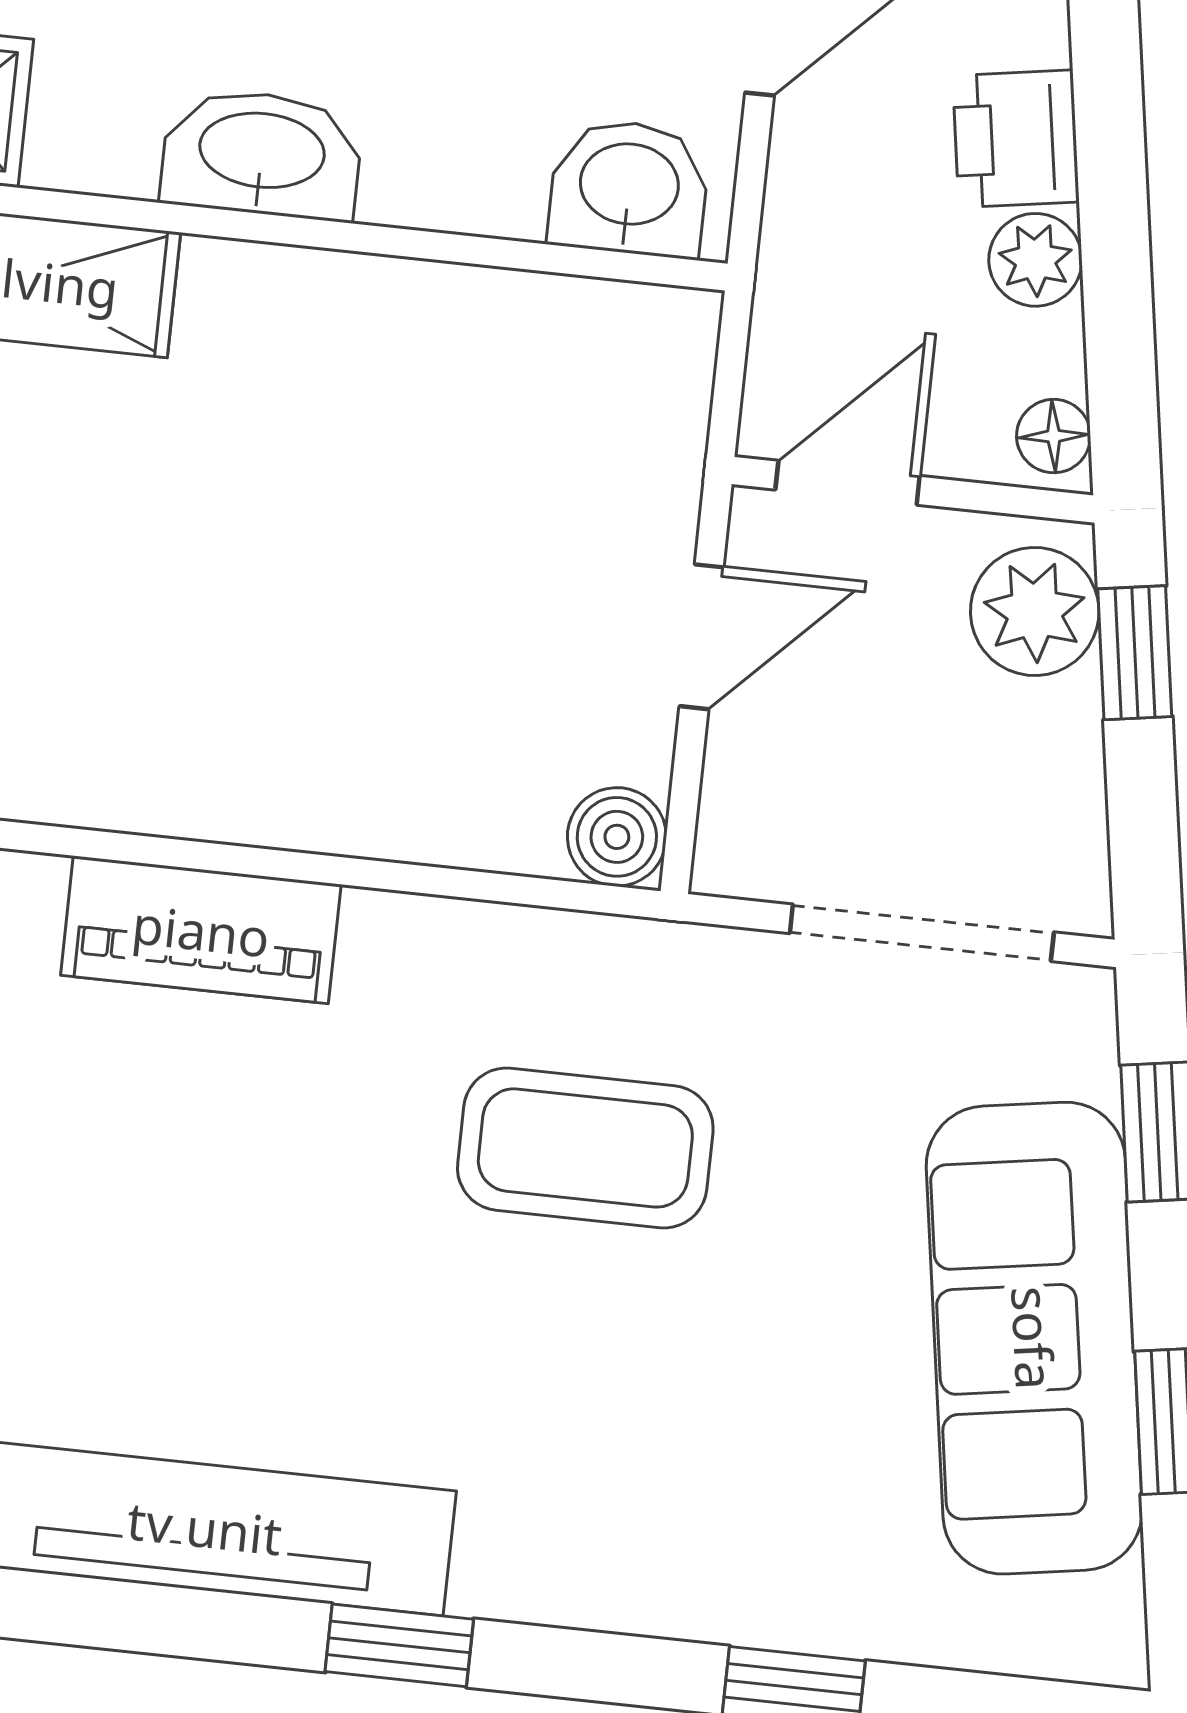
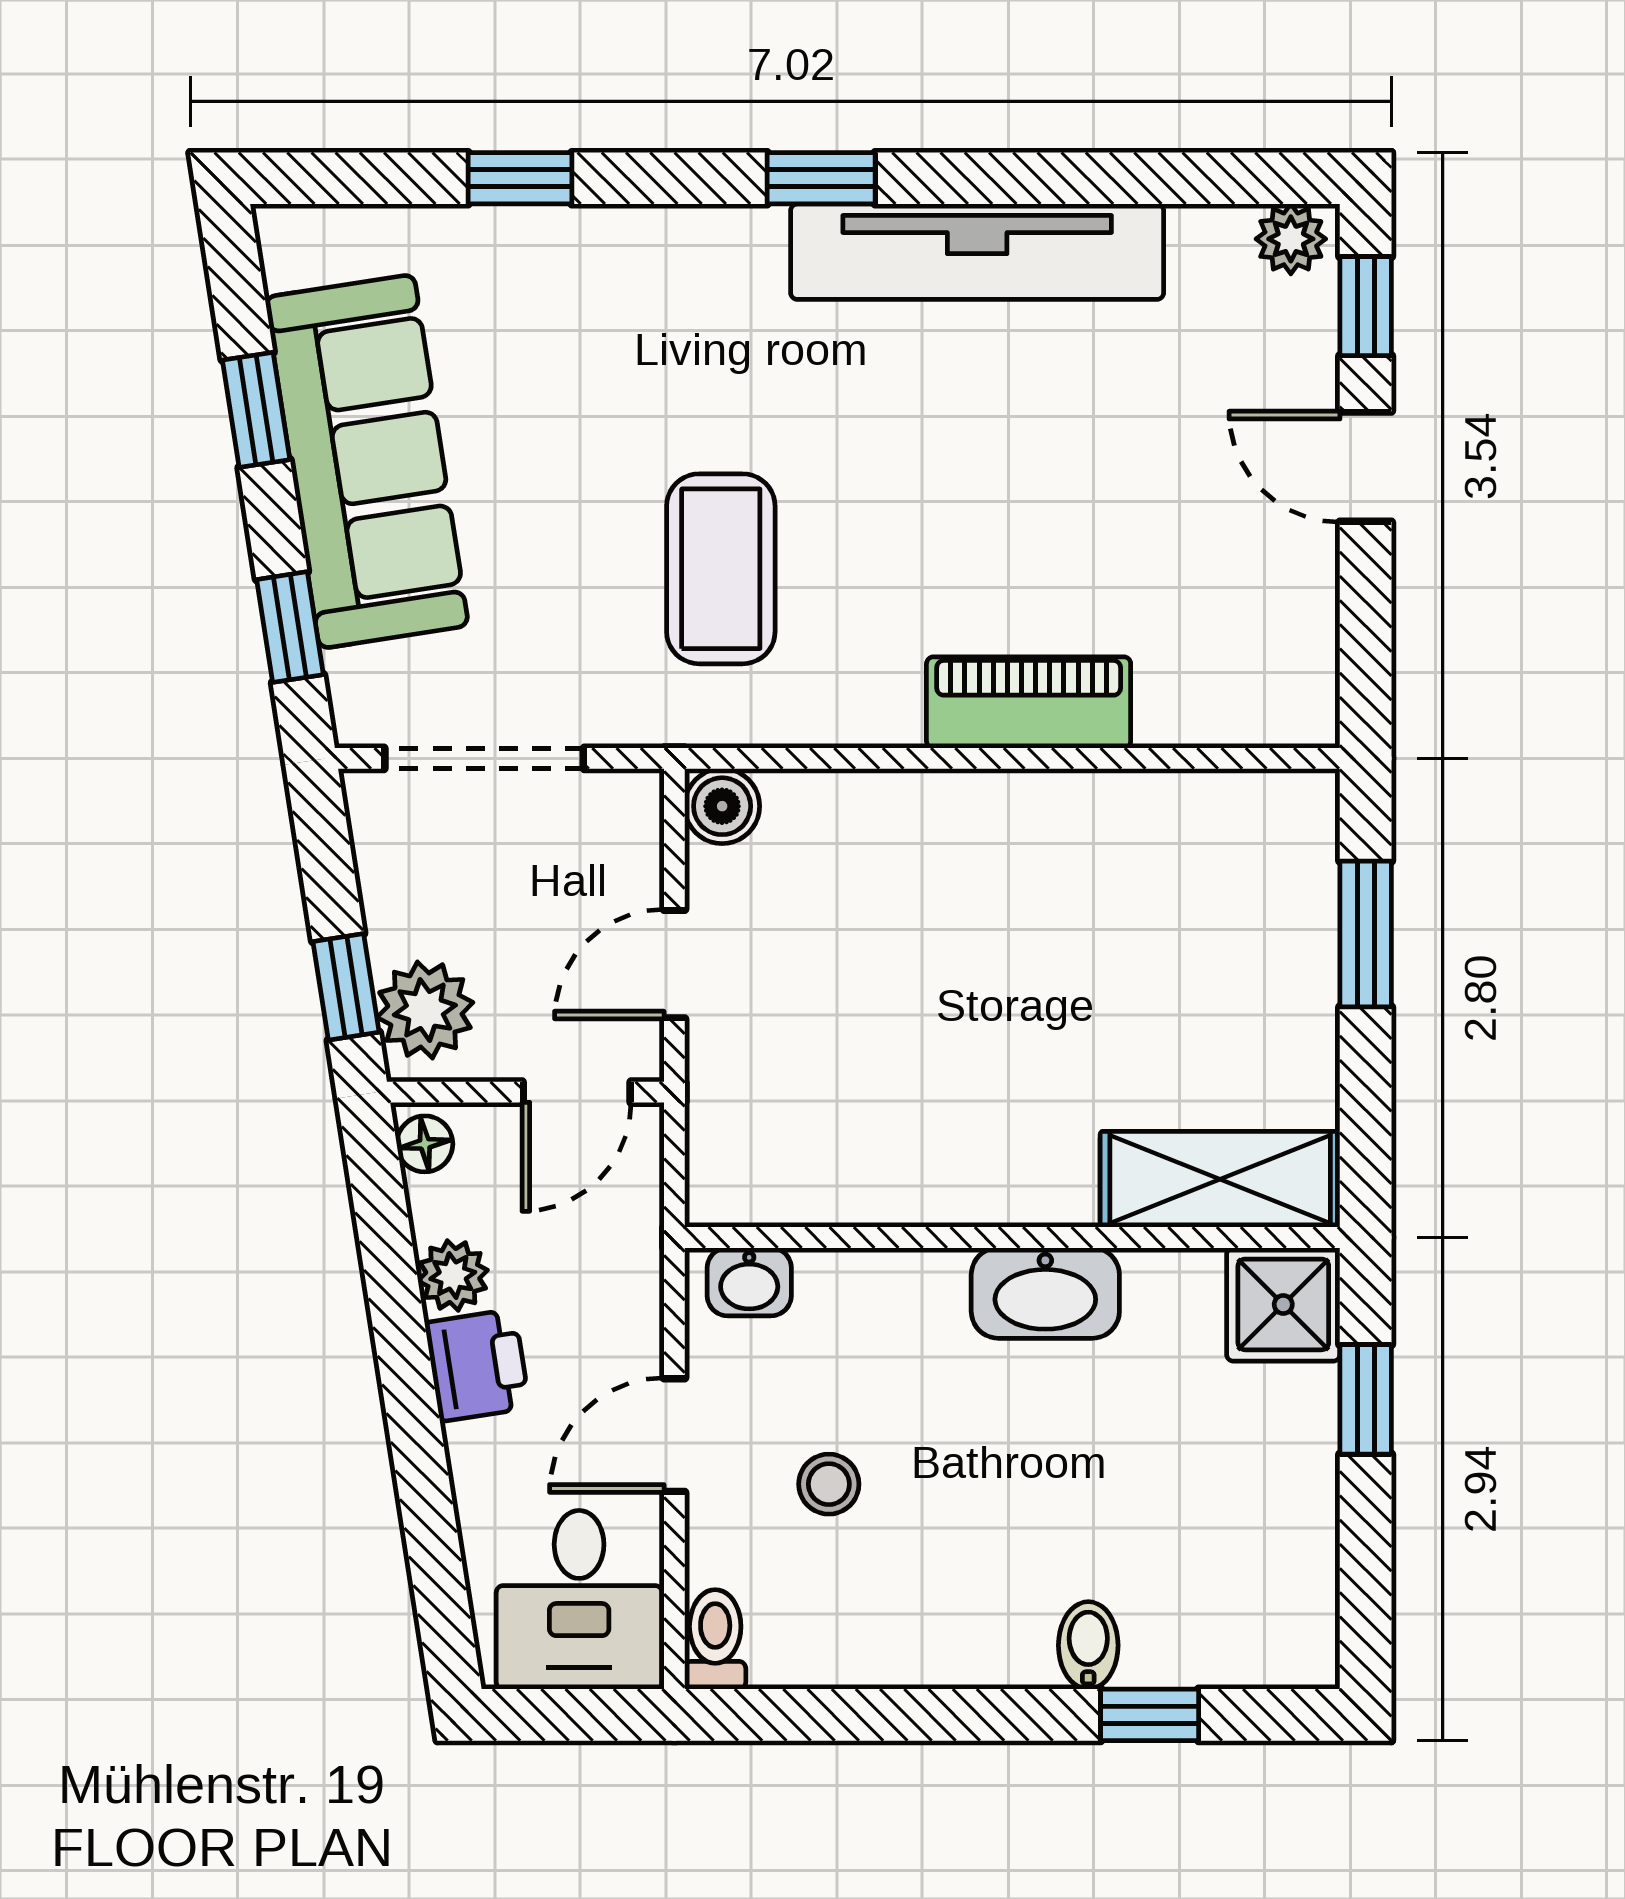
washbasin: (629, 188) -> (749, 1282), width x0.72, depth x0.69
coffee table: (585, 1148) -> (721, 569), turned 90

